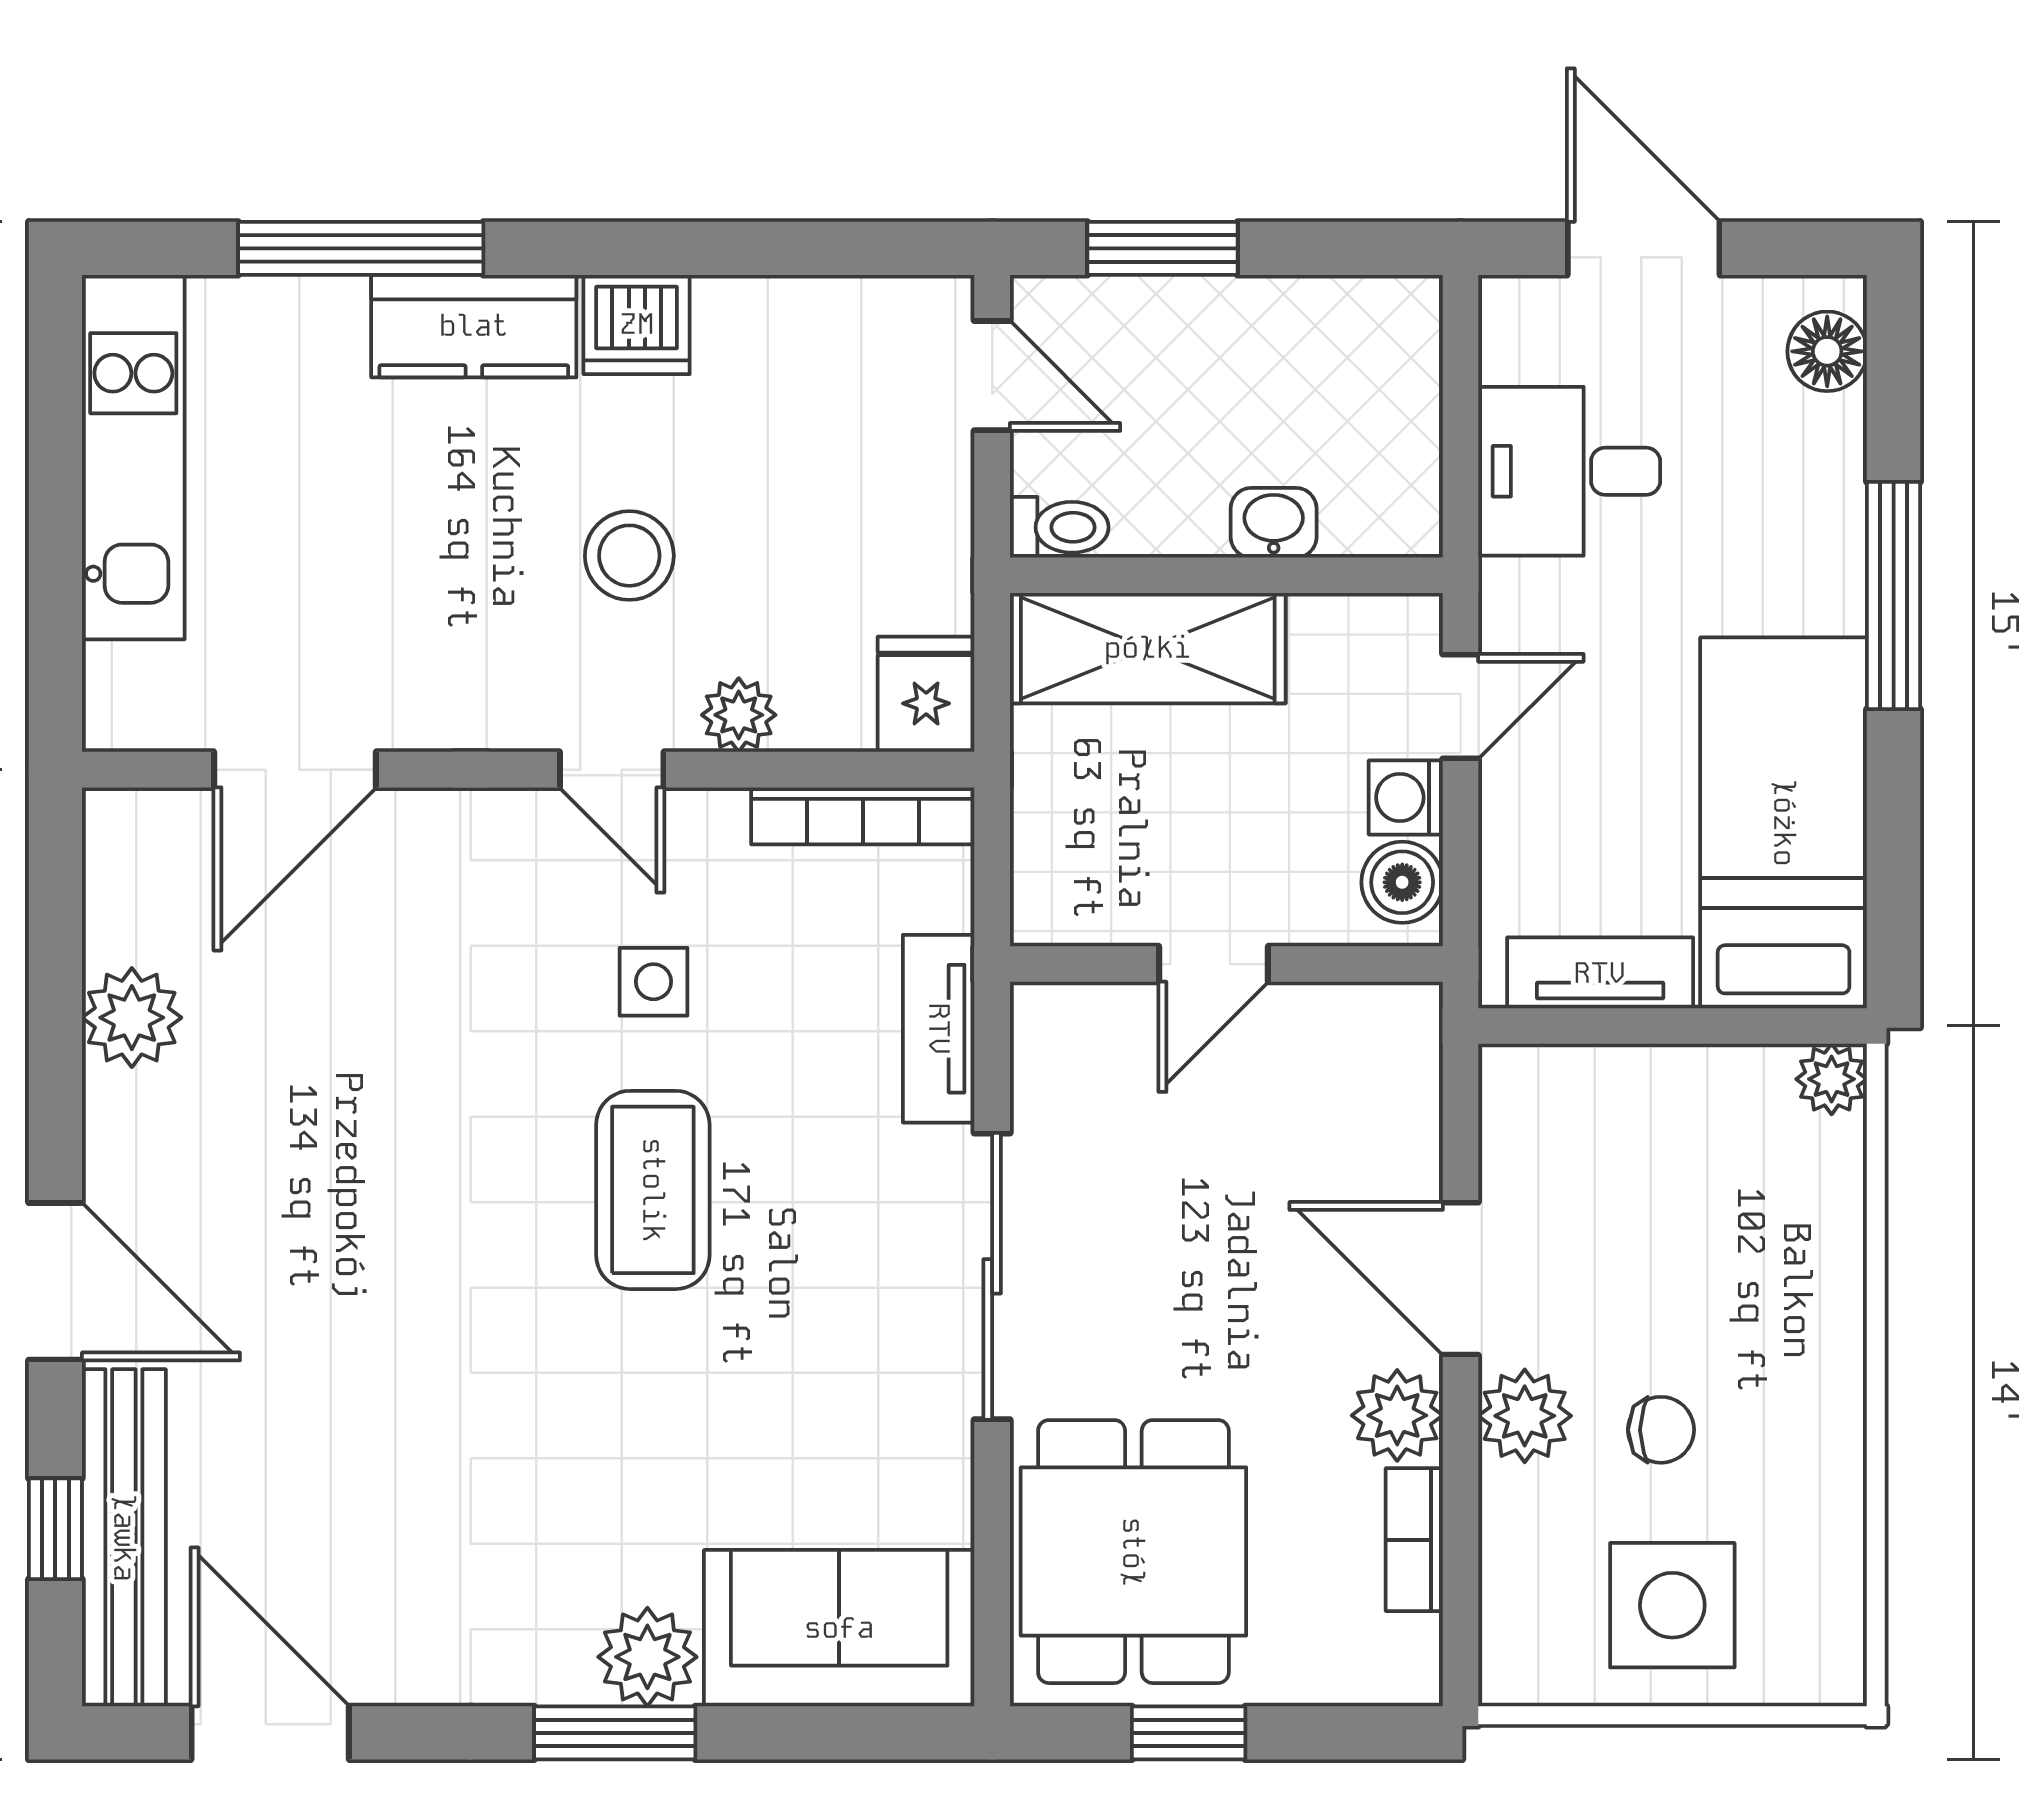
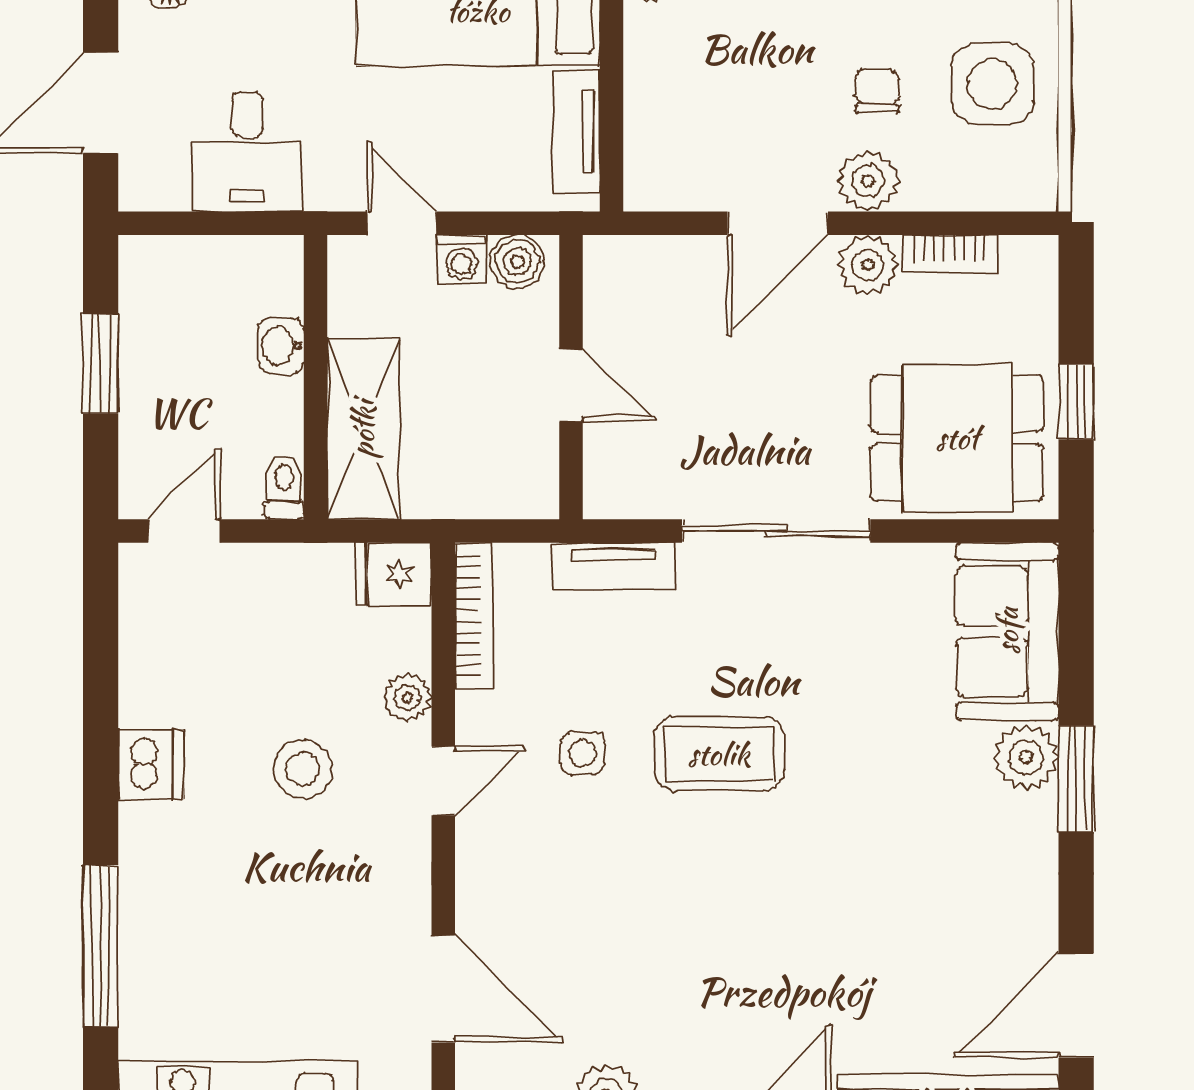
window: (1163, 248) -> (101, 364), moved
kitchen counter: (474, 326) -> (152, 871), removed

